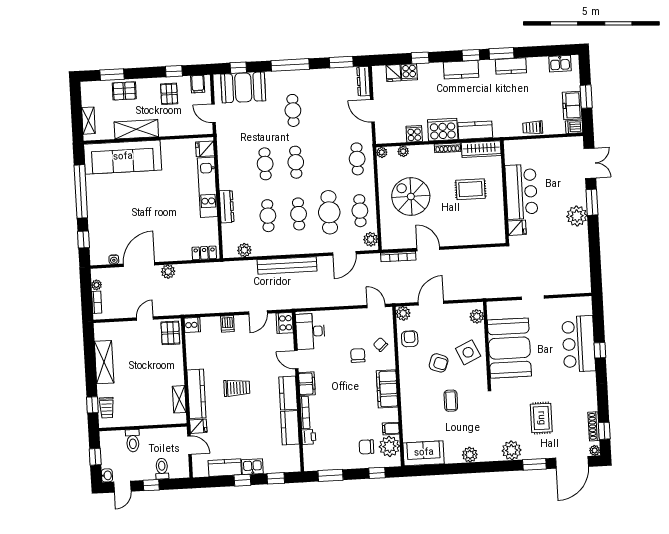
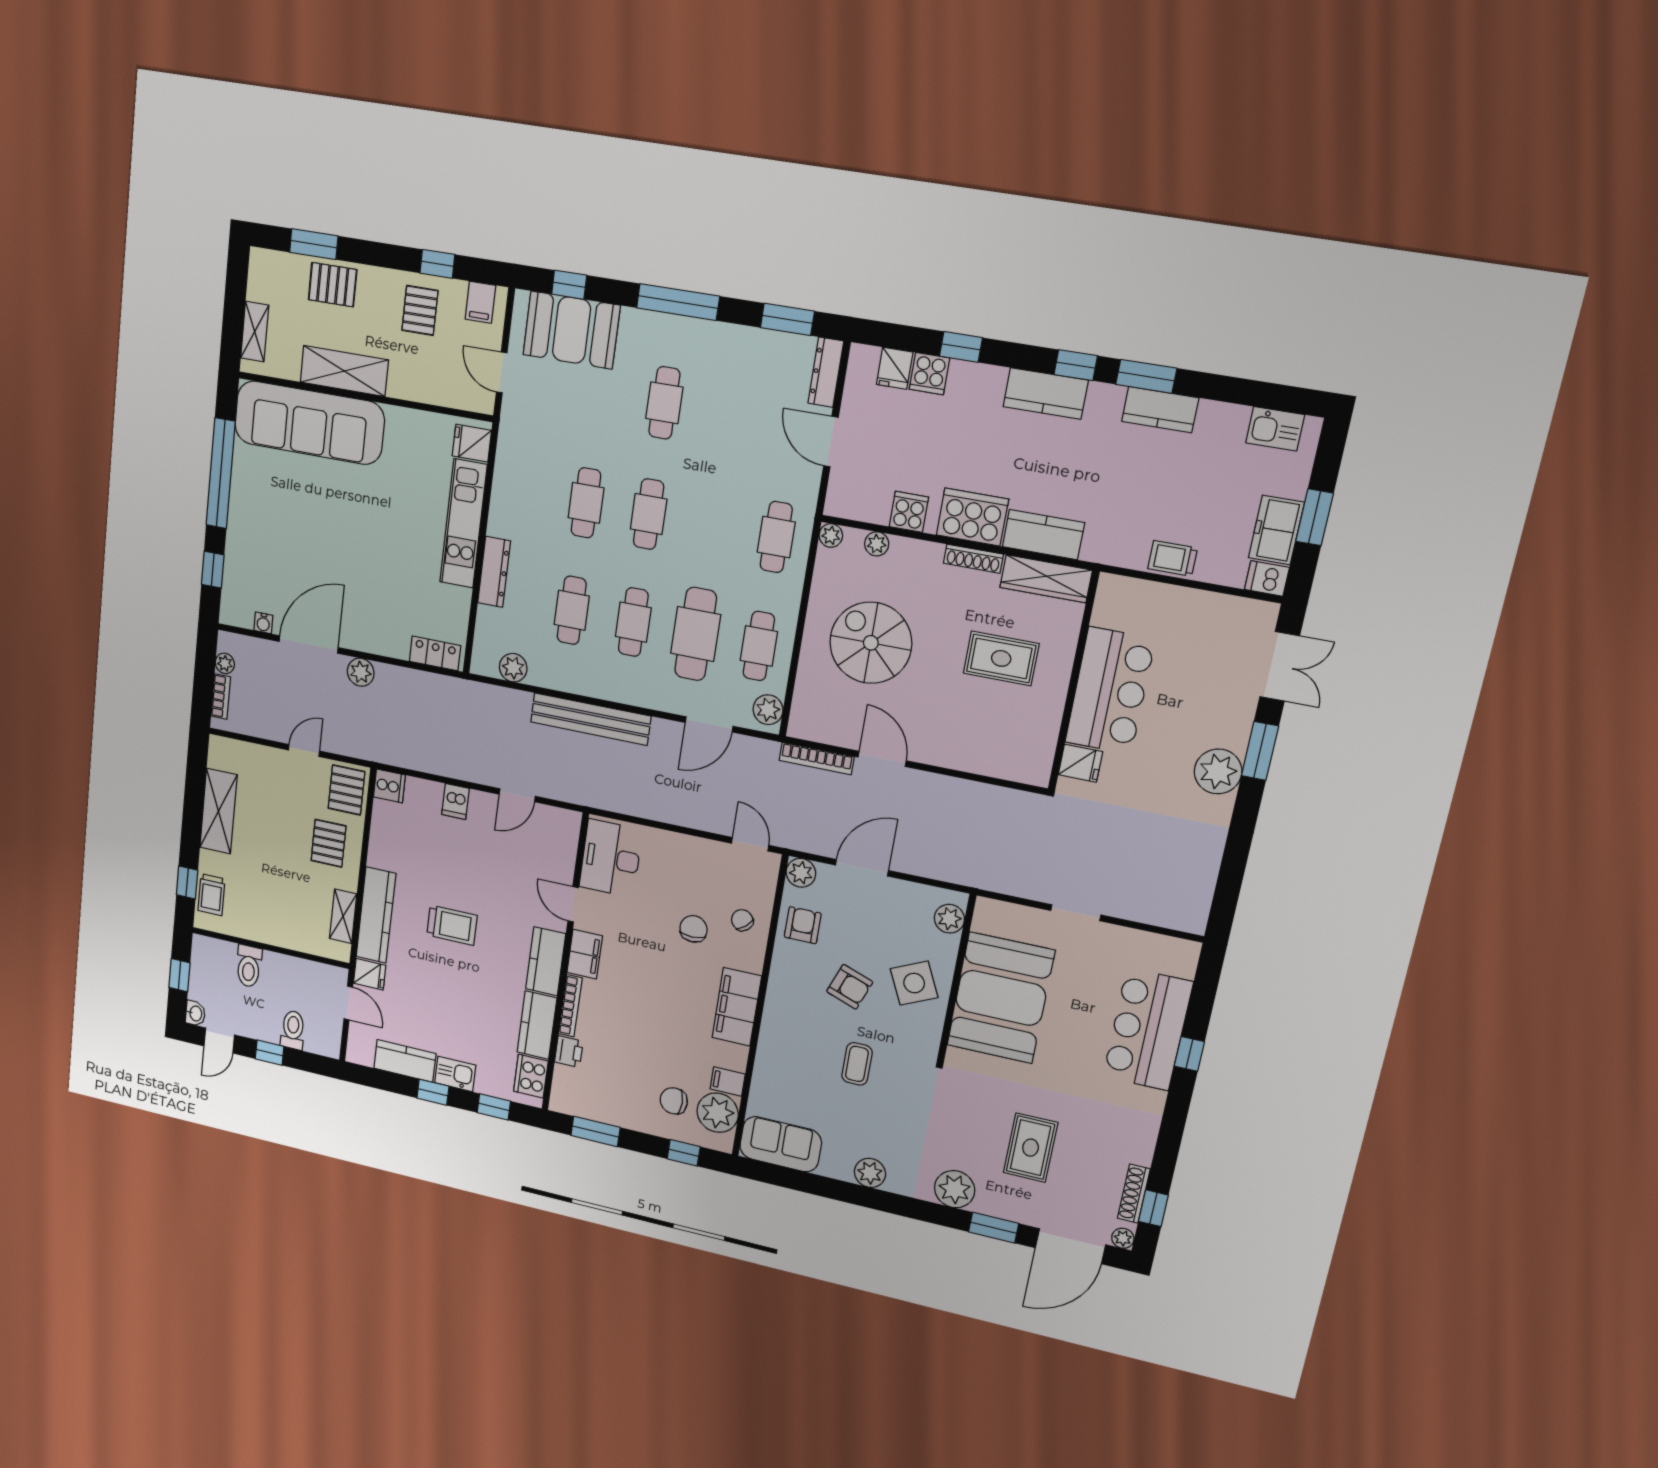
cooker: (285, 323) -> (531, 1076), moved
pallet: (165, 363) -> (329, 843), added

